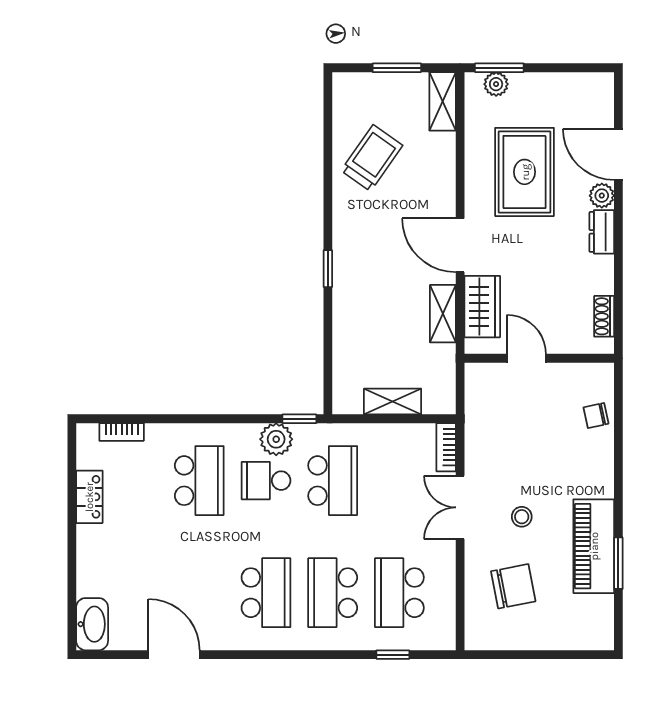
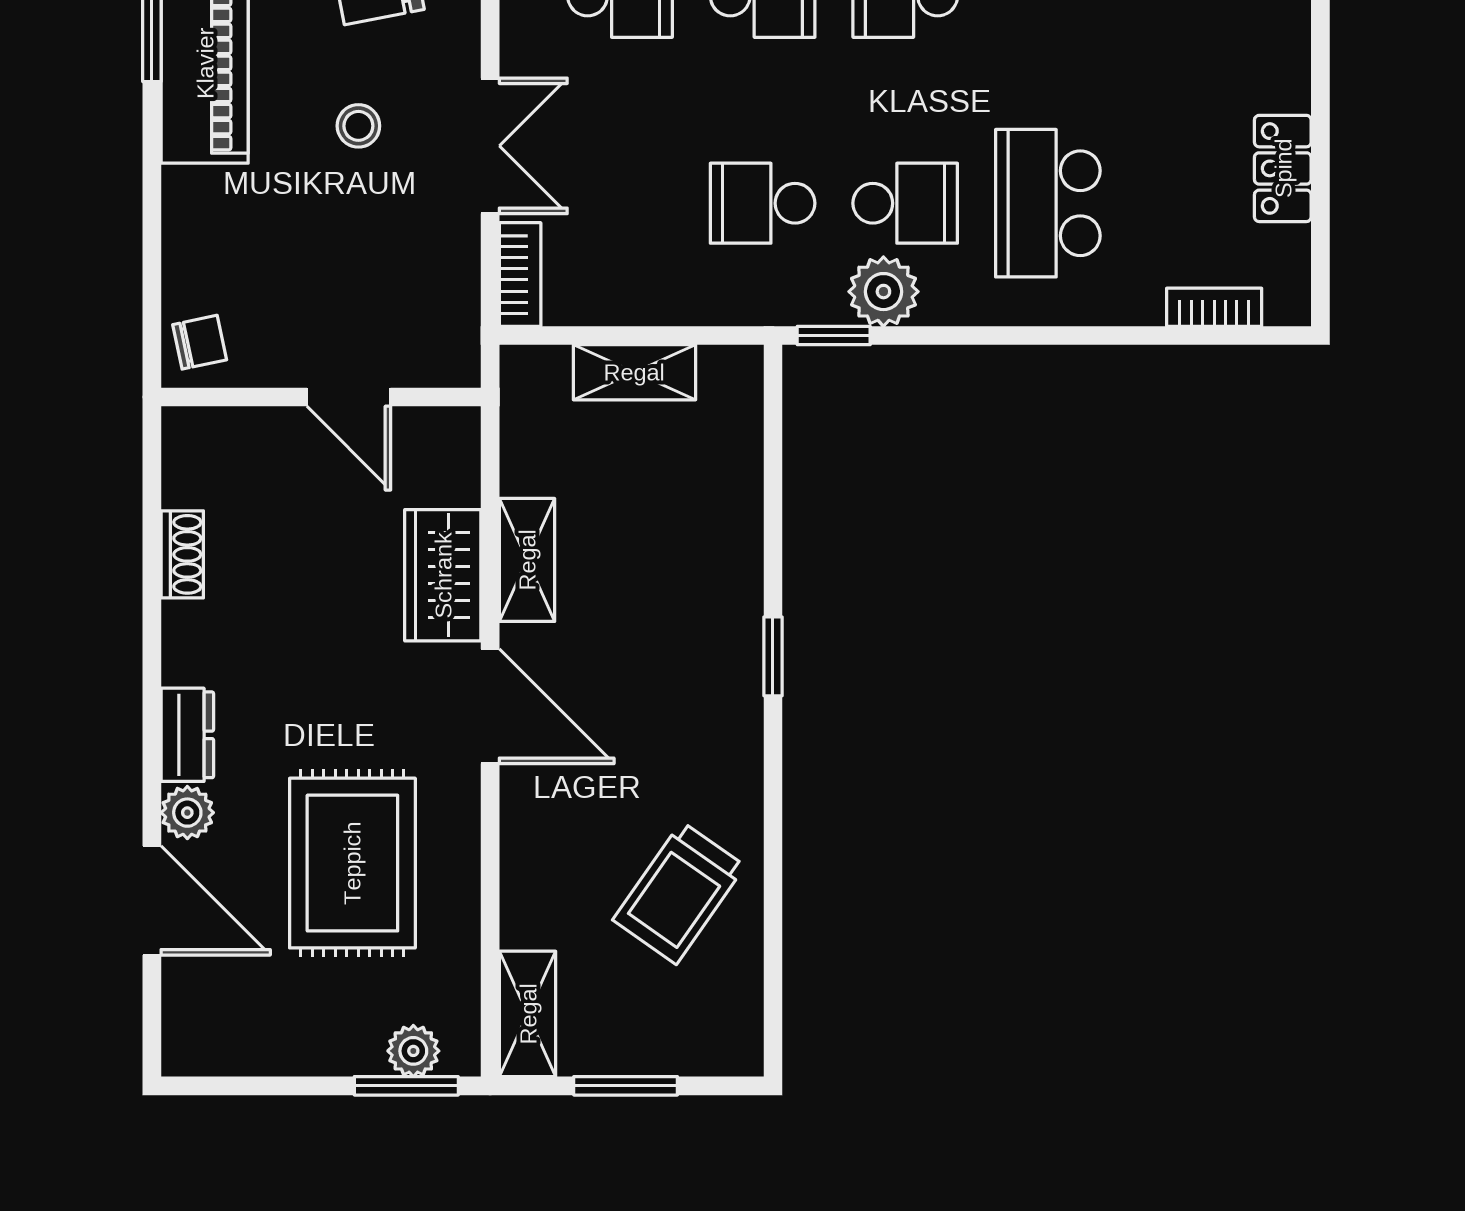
door: (526, 358) -> (349, 397), moved
wall: (539, 358) -> (321, 397), moved
school desk: (333, 481) -> (763, 203), width x0.54

